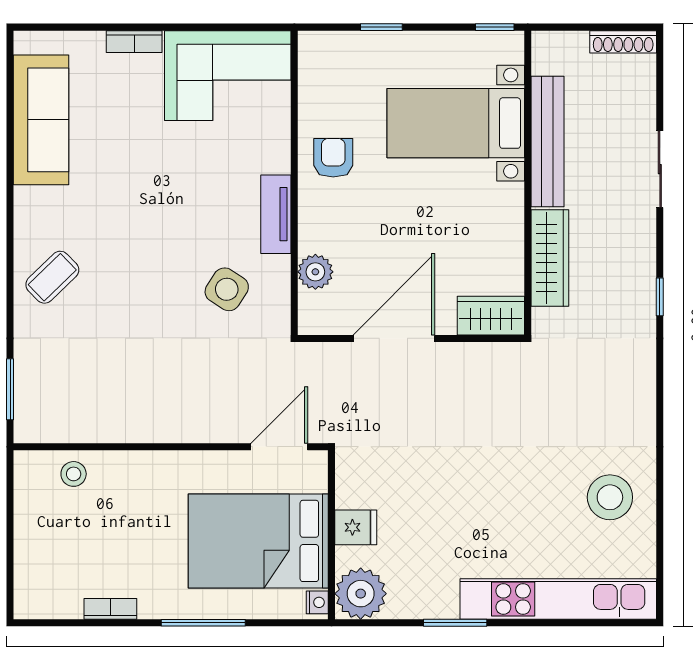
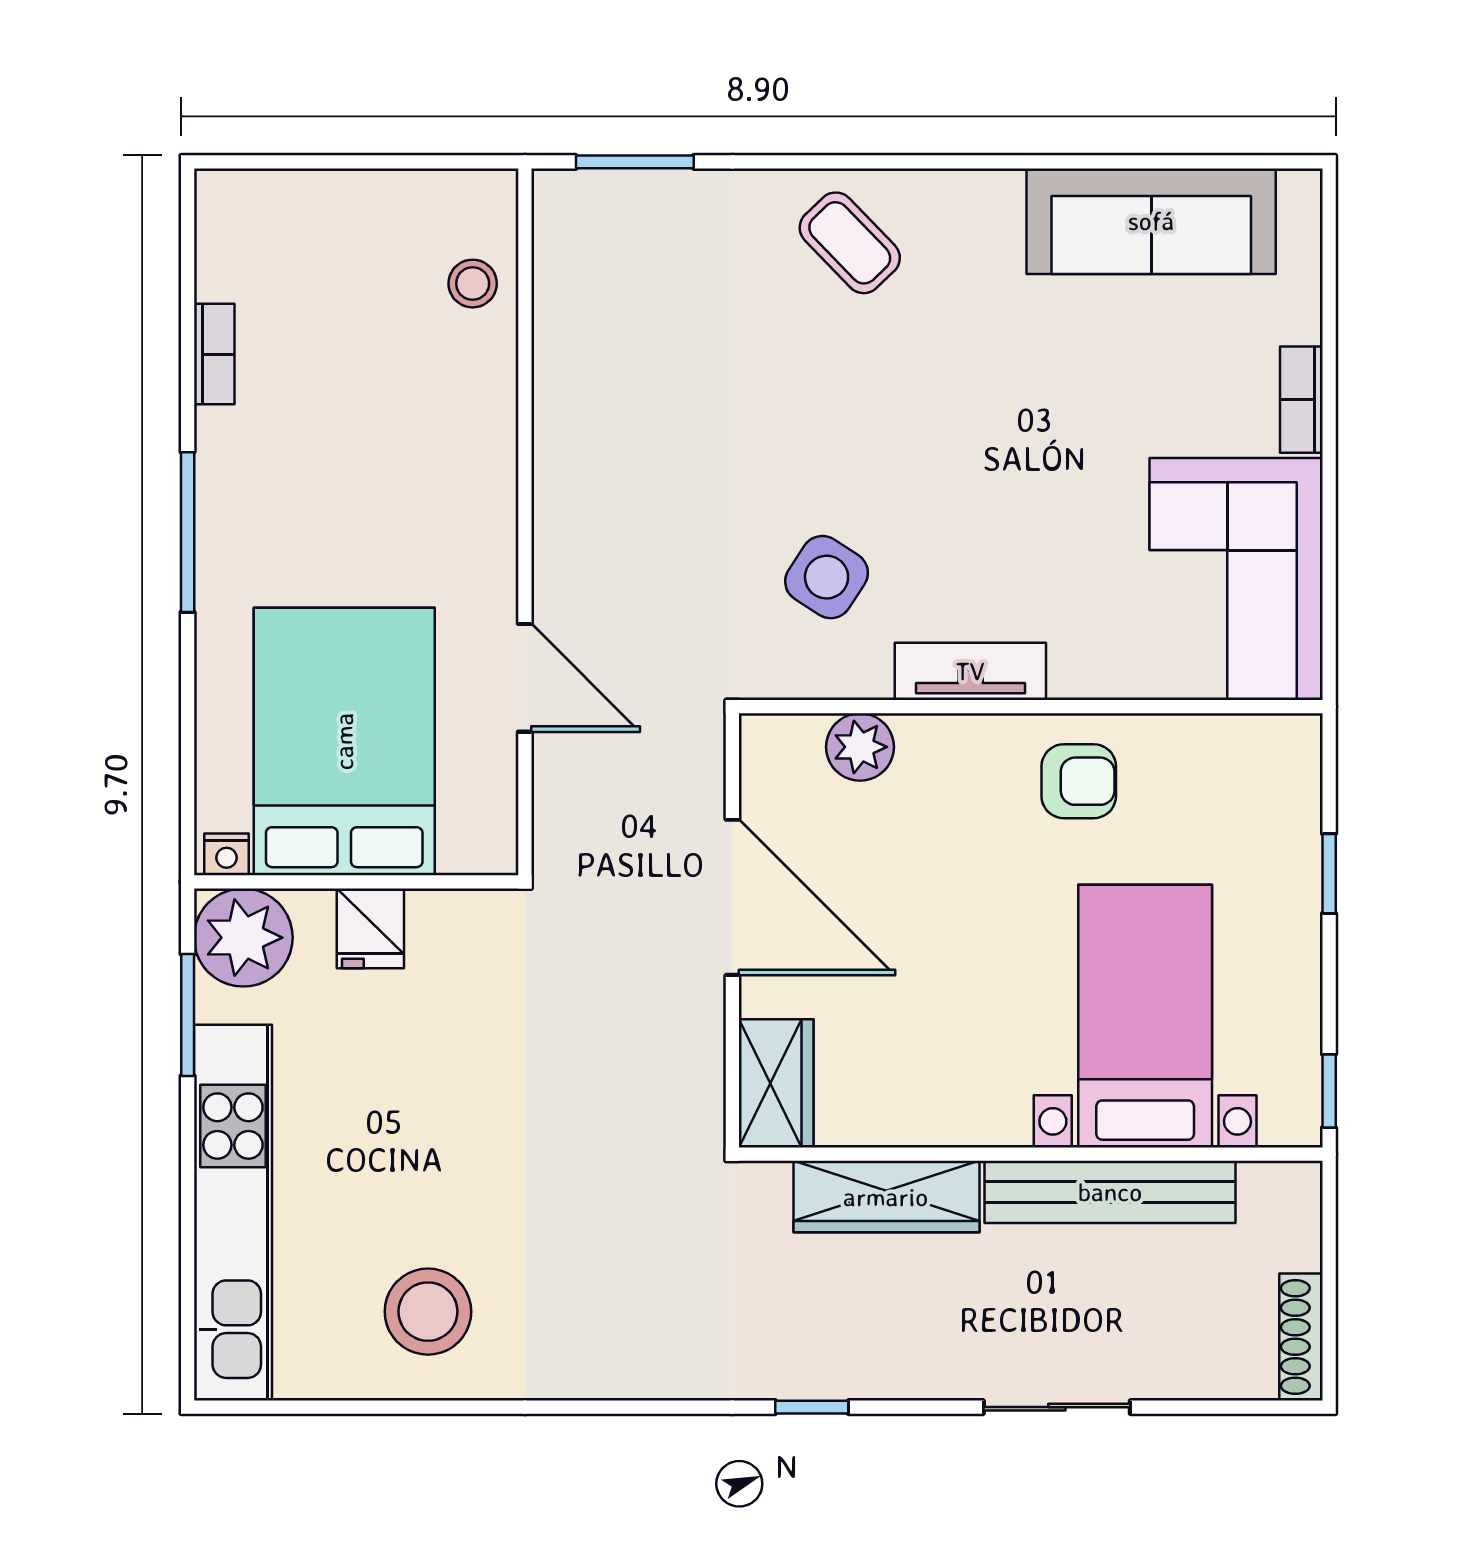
fridge: (356, 527) -> (370, 928), moved
wall: (332, 535) -> (356, 882), moved
bed: (258, 541) -> (344, 741), moved
plant: (361, 594) -> (243, 938), moved
nightstand: (317, 602) -> (227, 854), moved

